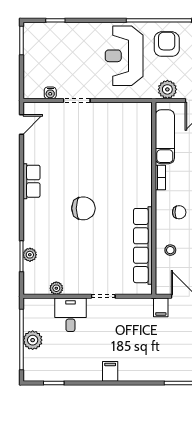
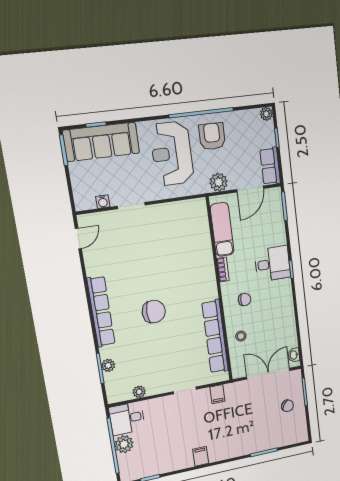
sofa: (58, 37) -> (101, 142), added
row of seats: (31, 181) -> (101, 312), width x2.02
filing cabinet: (161, 307) -> (217, 394), moved
desk: (70, 315) -> (127, 418), moved, turned -90

